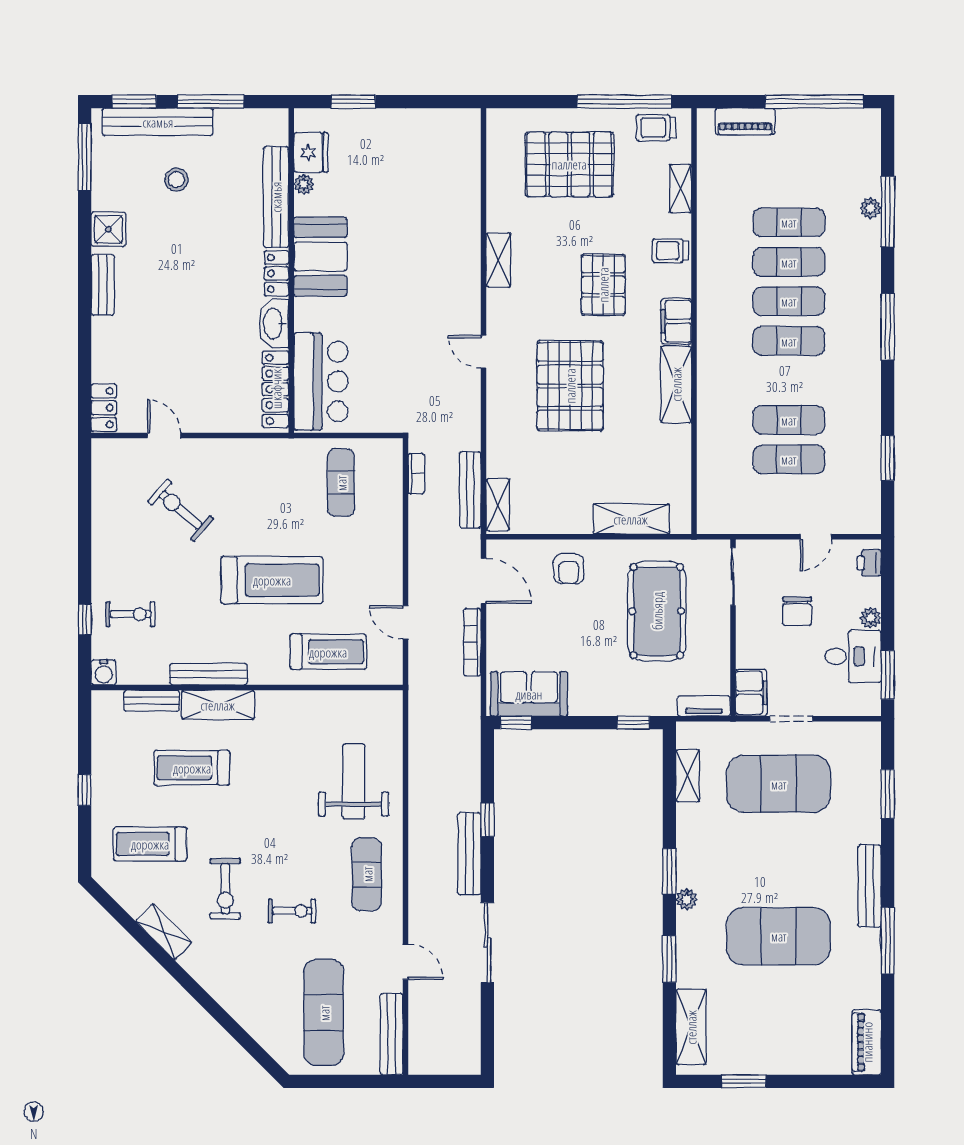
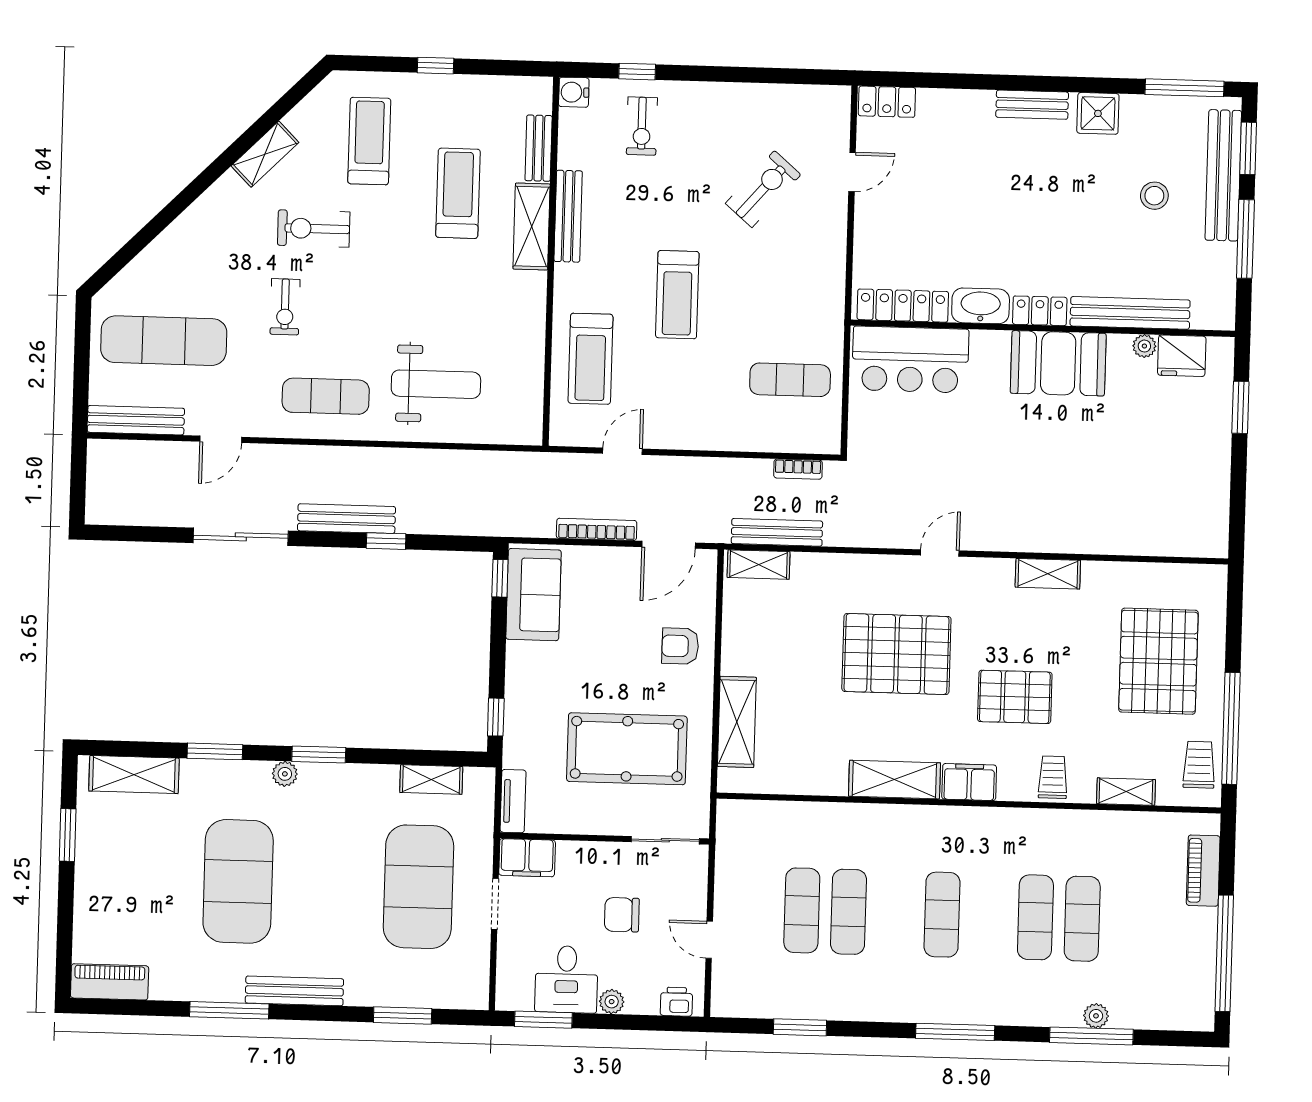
exercise mat: (789, 301) -> (989, 916), removed
treadmill: (272, 580) -> (677, 295), width x0.73, depth x0.73

